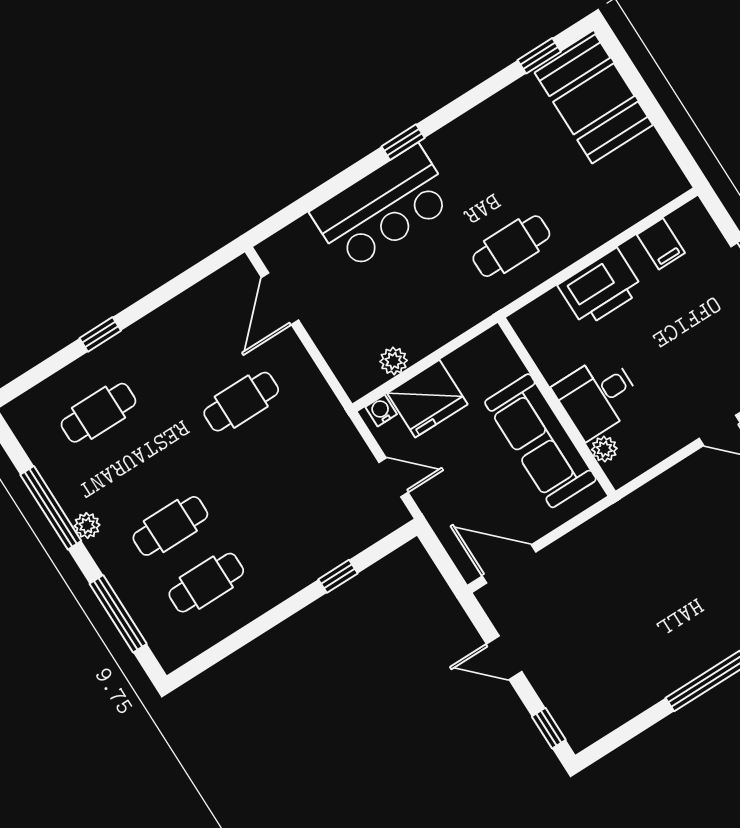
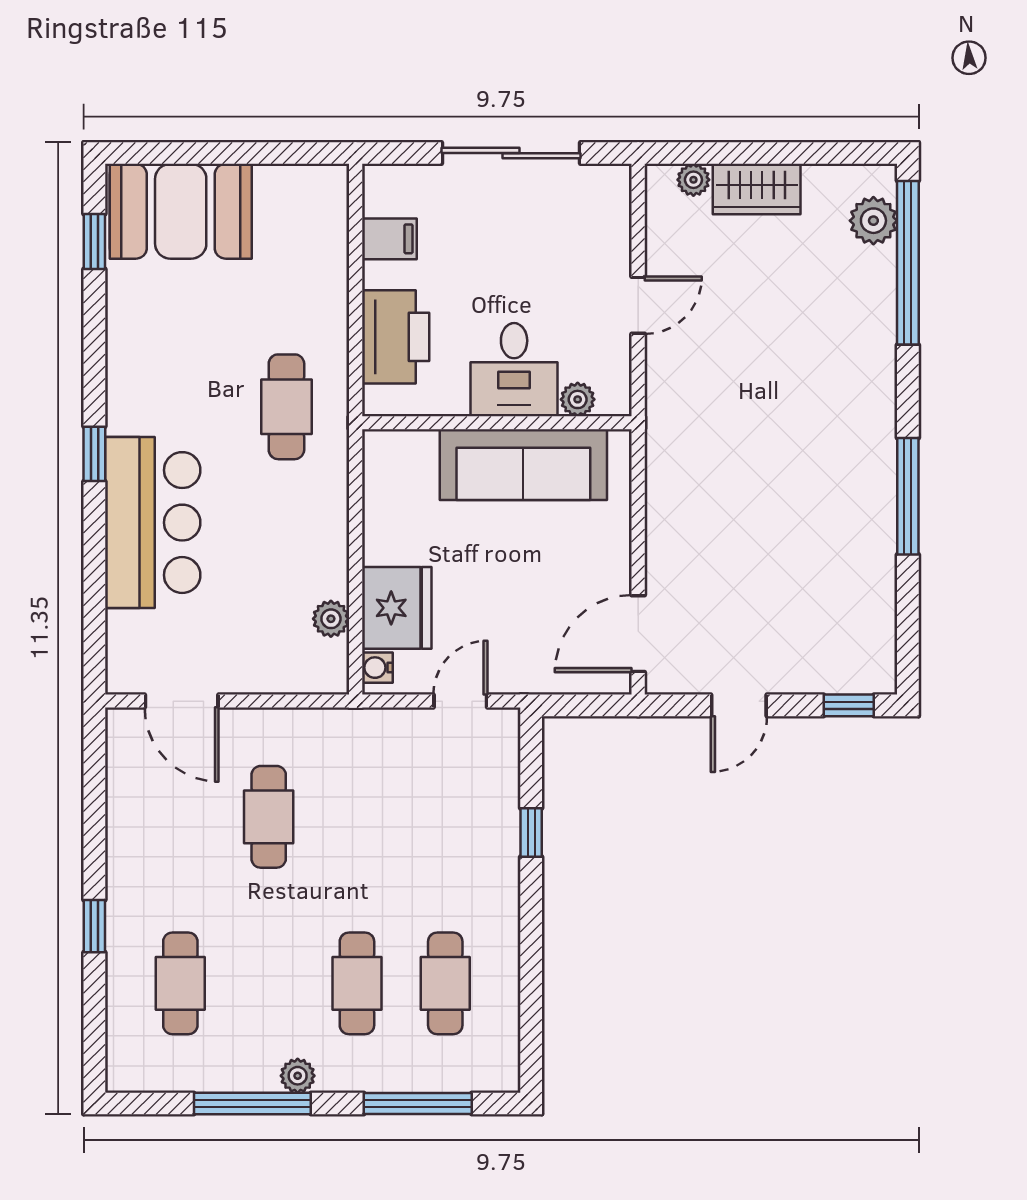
desk: (598, 396) -> (514, 370), moved
wall: (557, 407) -> (497, 423), moved
sofa: (540, 441) -> (523, 465), moved
plant: (604, 449) -> (578, 399), moved

